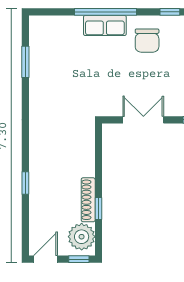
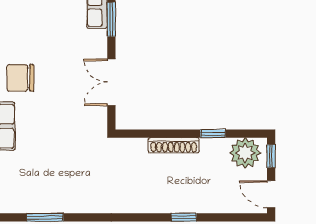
chair: (147, 41) -> (21, 78), turned 180
shoe rack: (88, 200) -> (174, 145), moved

